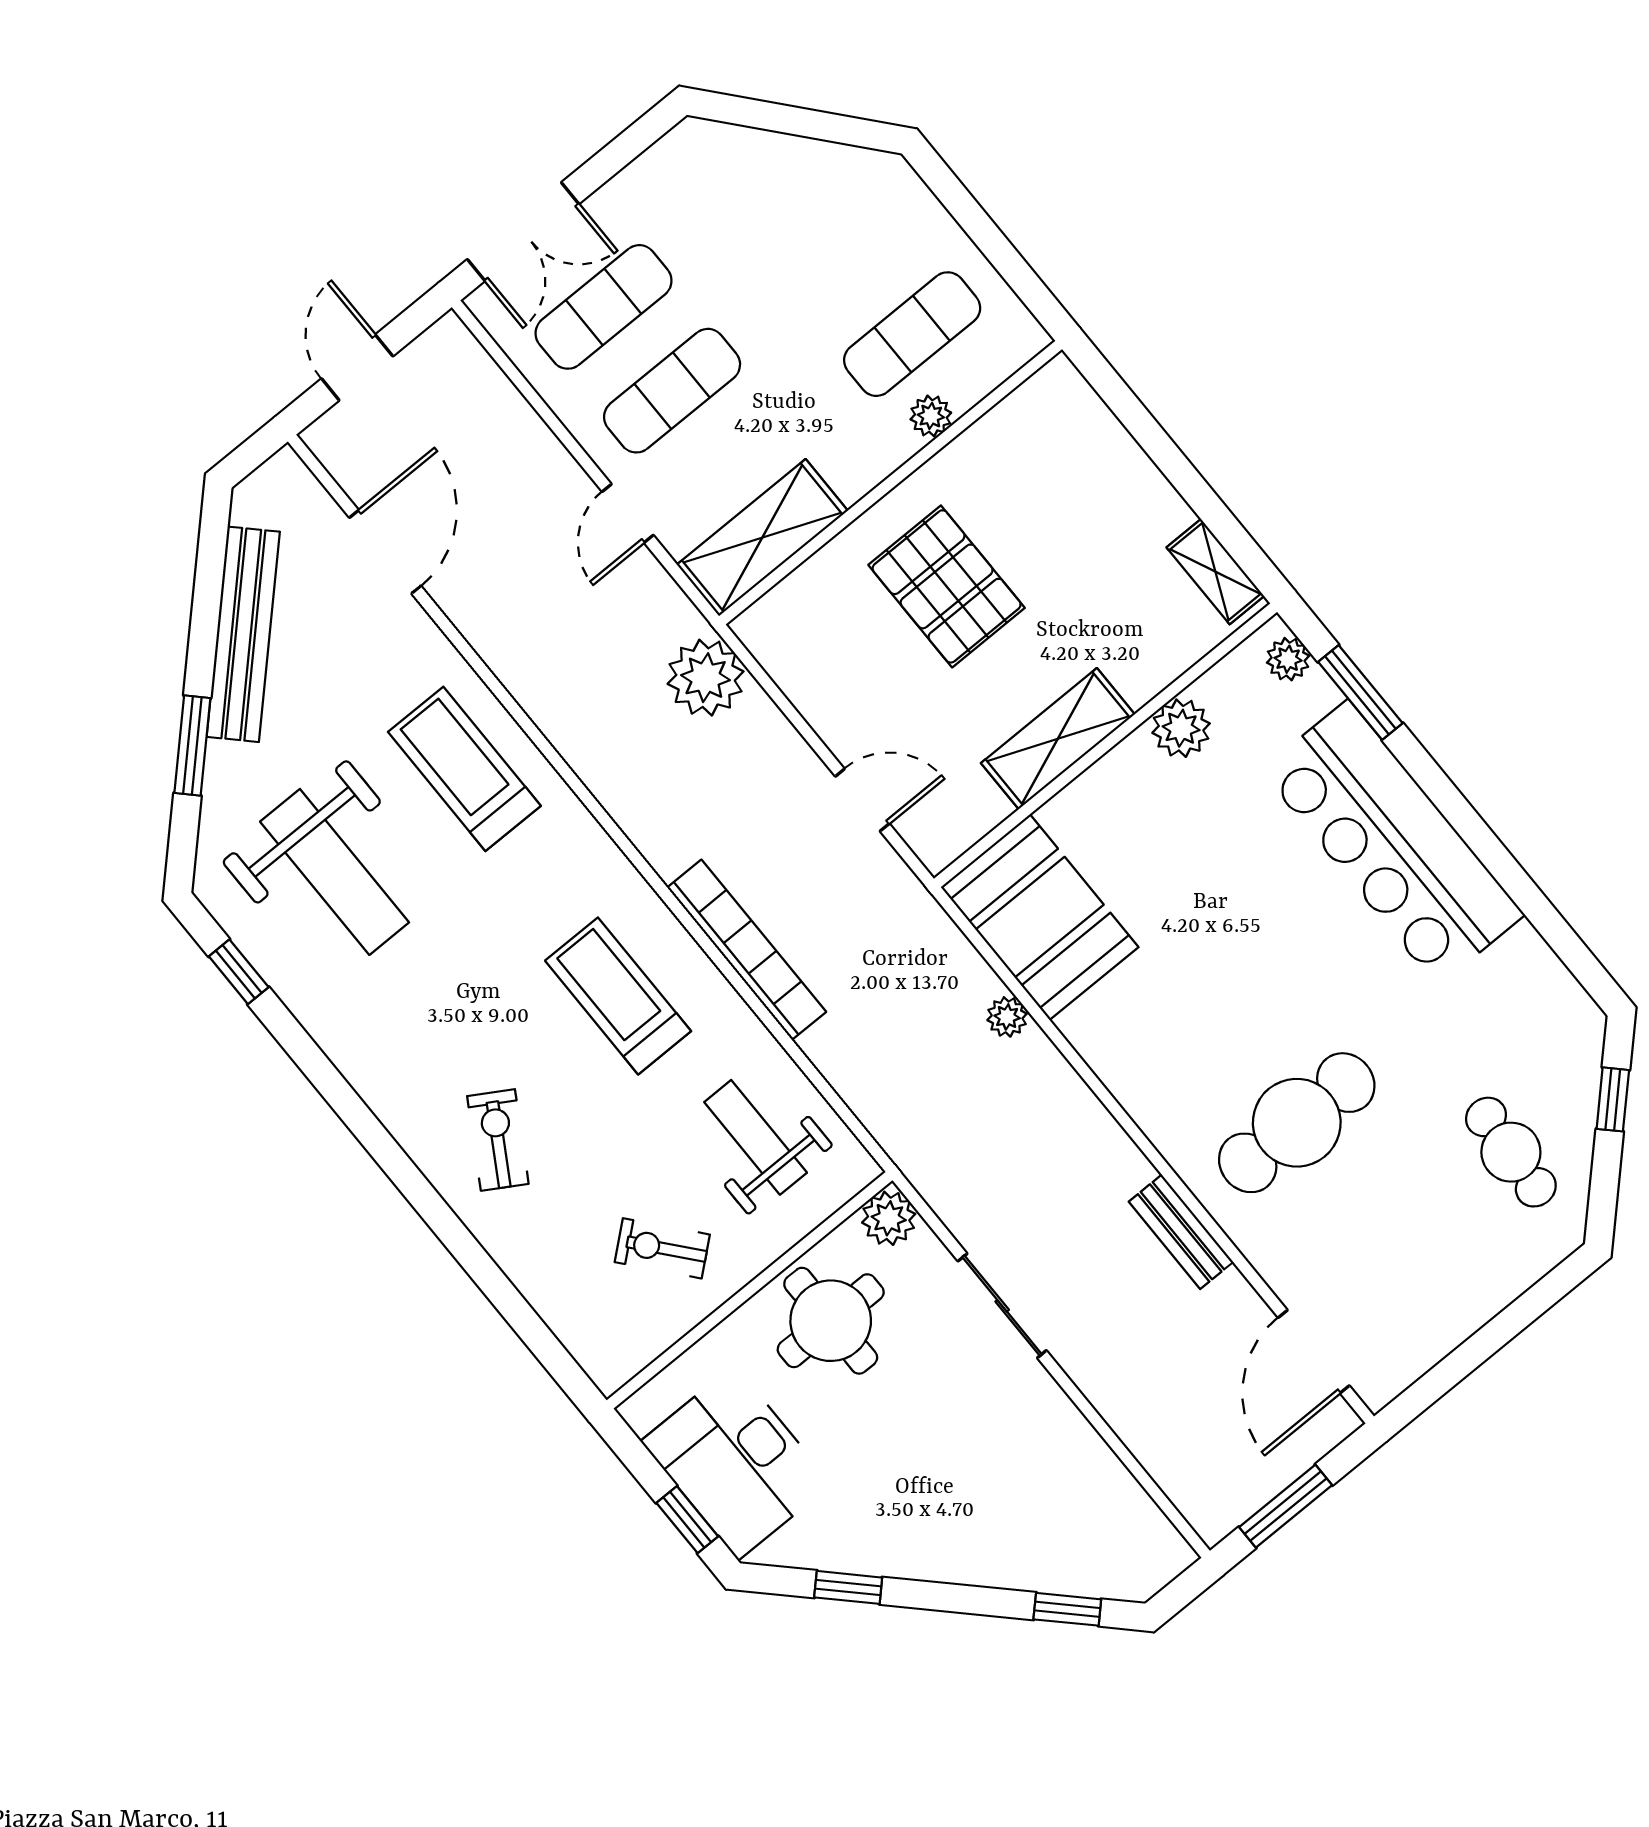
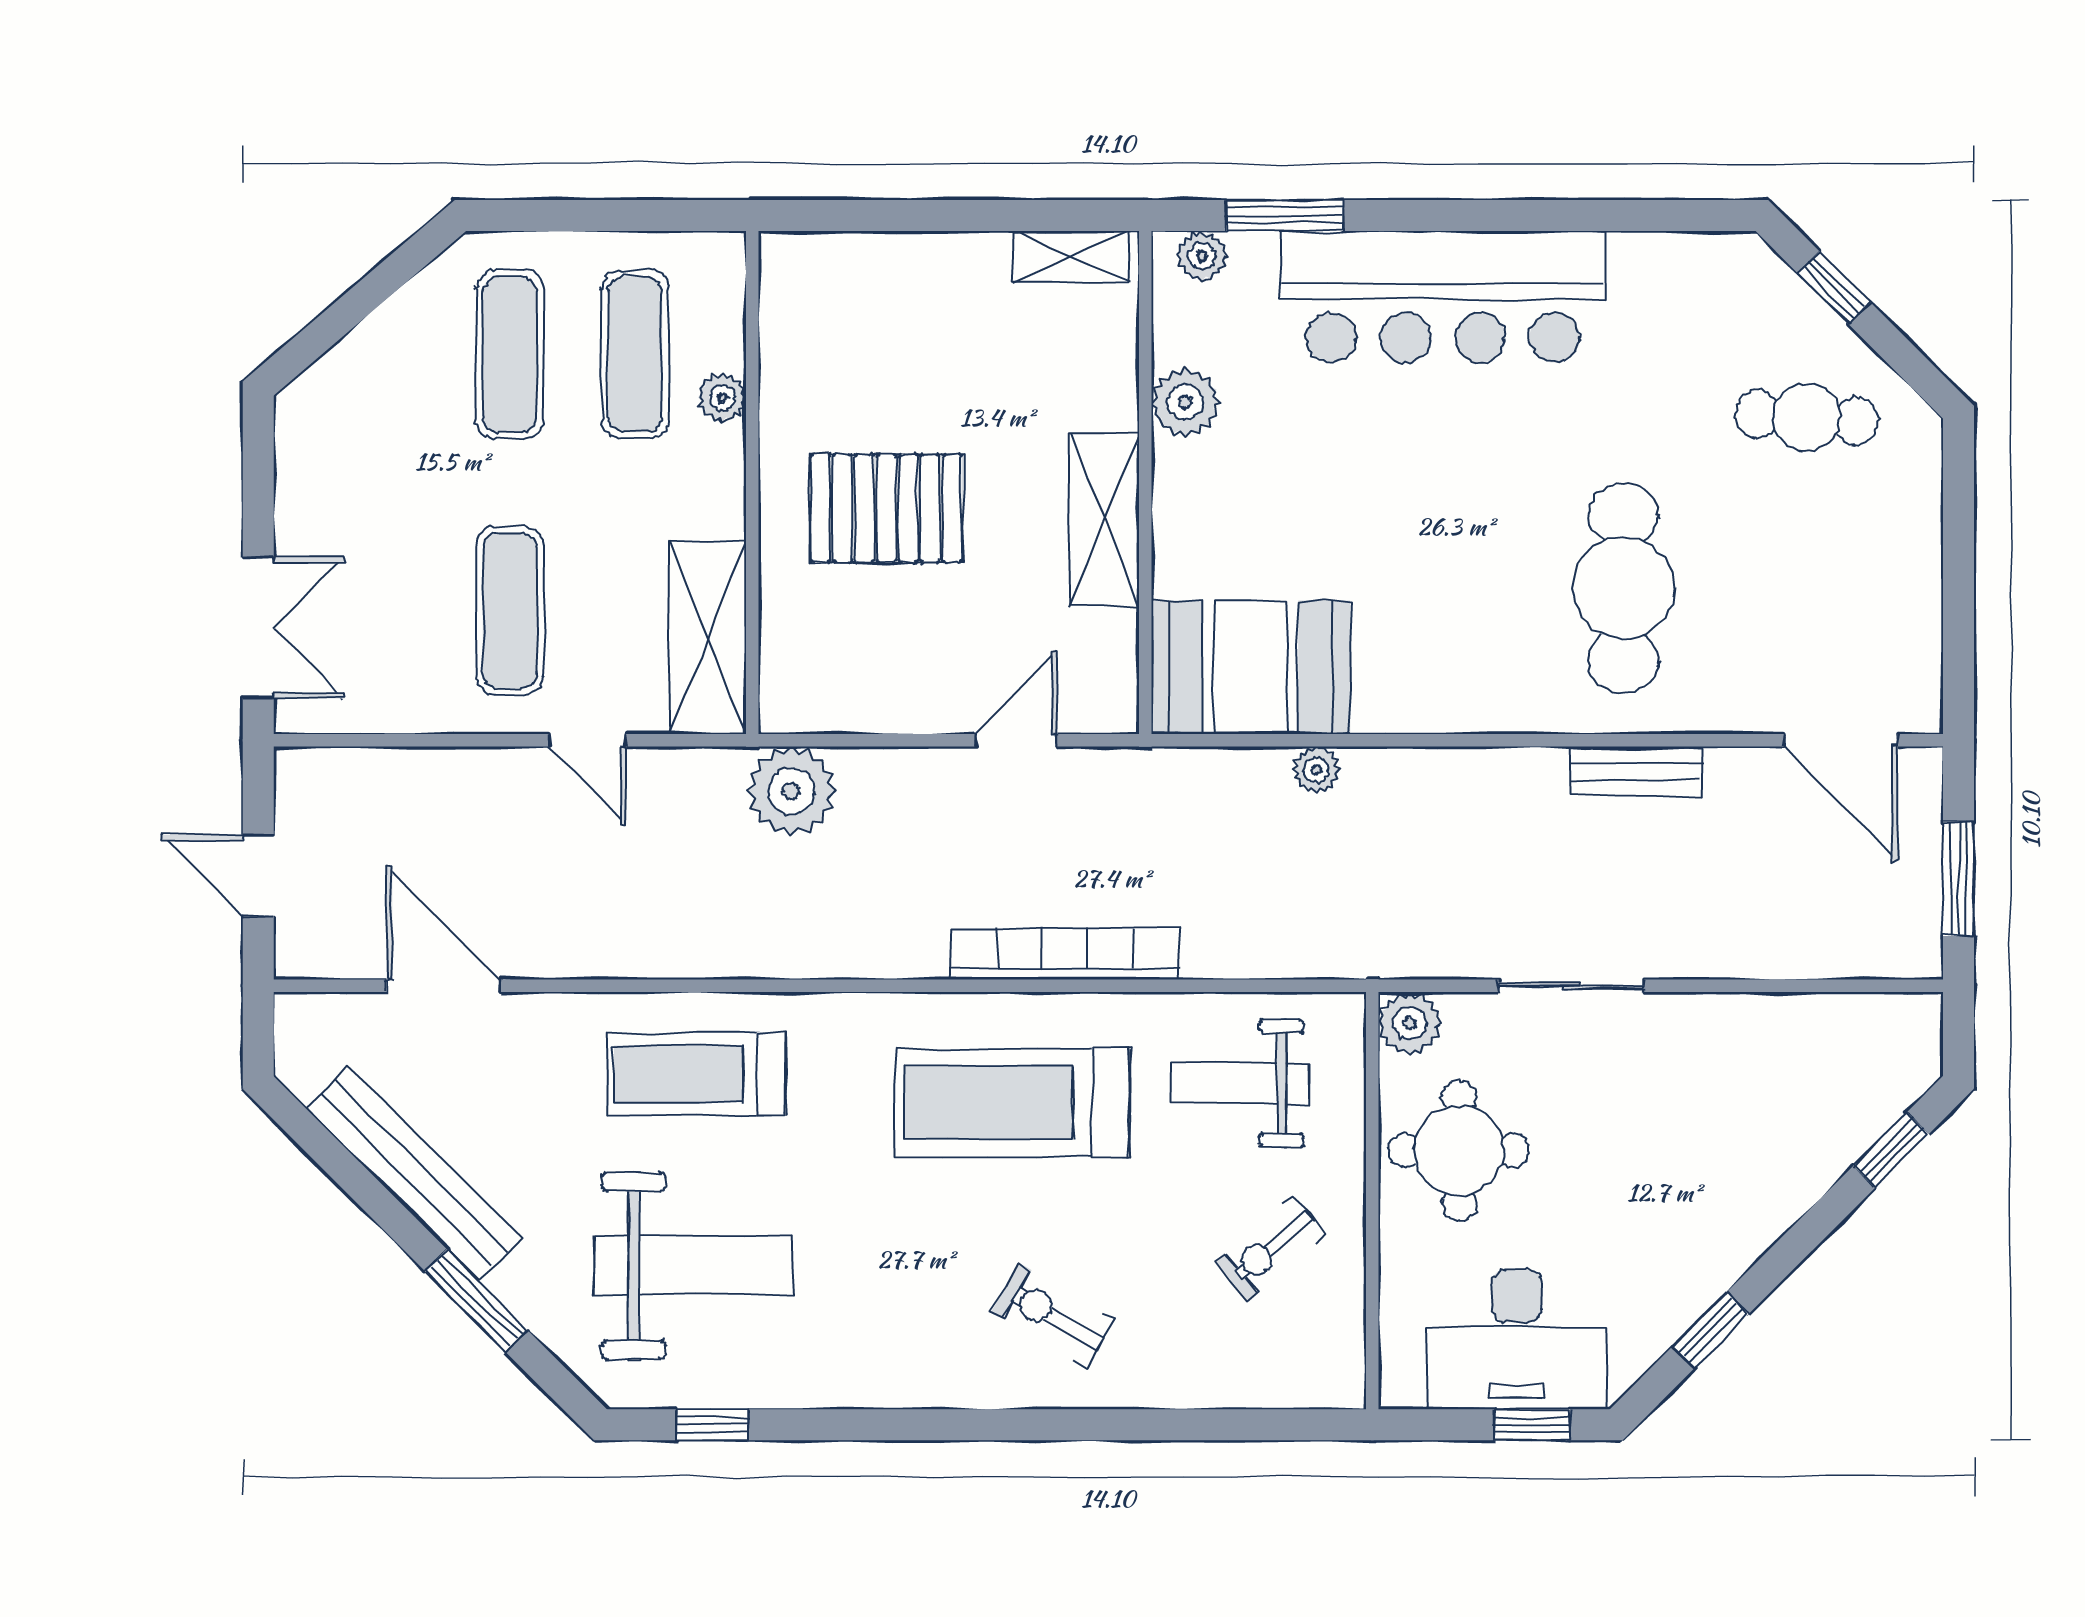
exercise mat: (604, 307) -> (510, 354), moved
treadmill: (618, 996) -> (1012, 1103), width x1.37, depth x1.38

